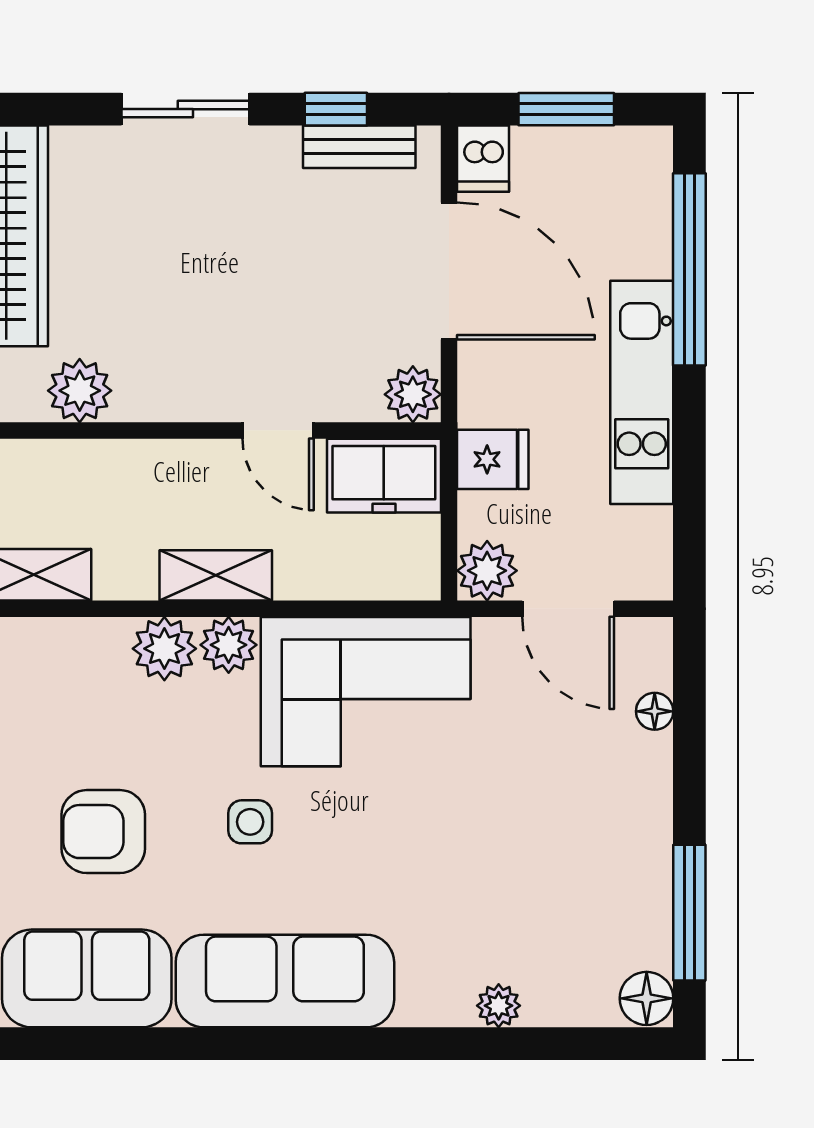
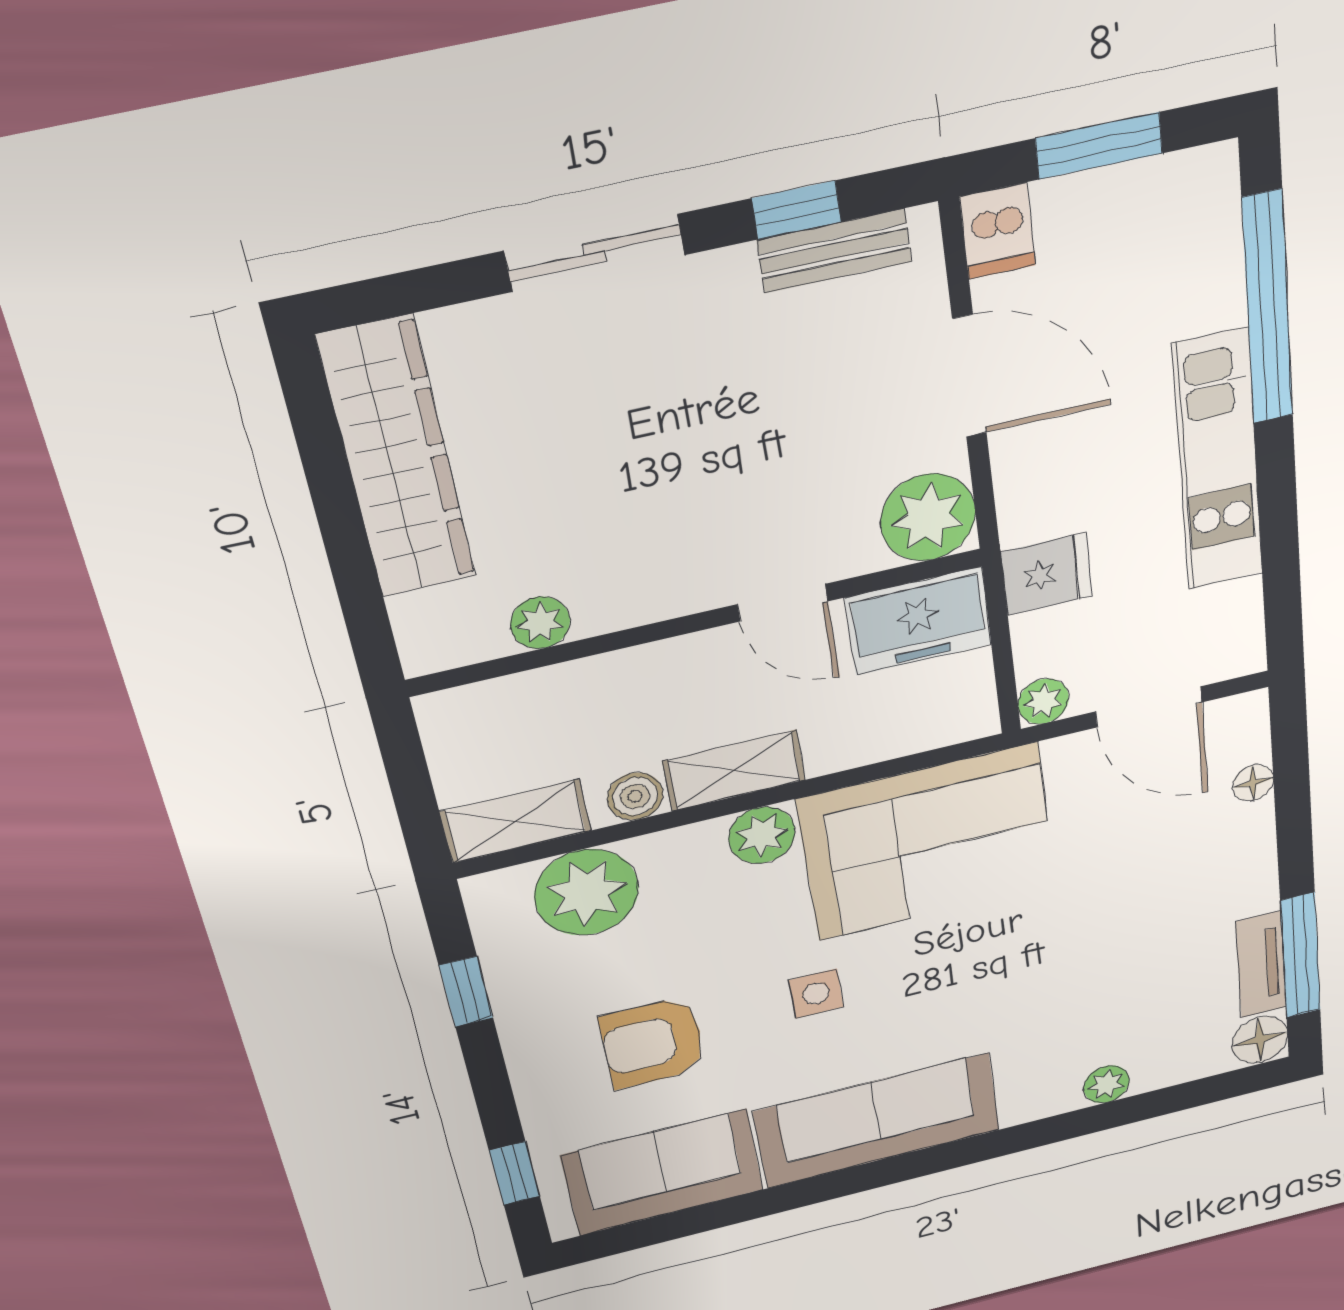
door: (449, 271) -> (970, 376), width x0.73
plant: (80, 391) -> (540, 623), width x0.73, depth x0.73
plant: (413, 394) -> (928, 517), width x1.36, depth x1.36
plant: (487, 571) -> (1043, 701), width x0.73, depth x0.73
boiler: (132, 578) -> (635, 796), added
plant: (164, 649) -> (587, 892), moved, width x1.36, depth x1.36
tv unit: (652, 912) -> (1261, 965), added

